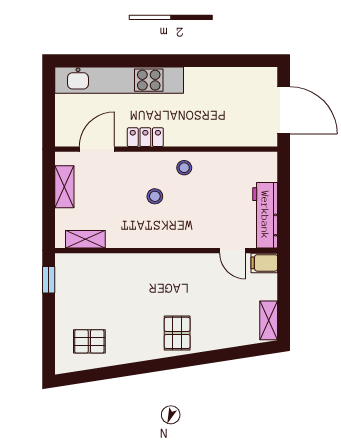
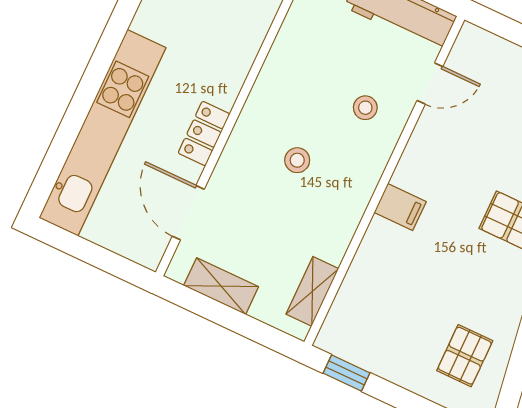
stool: (184, 168) -> (365, 108), moved
filing cabinet: (264, 263) -> (400, 207), moved, turned -90

